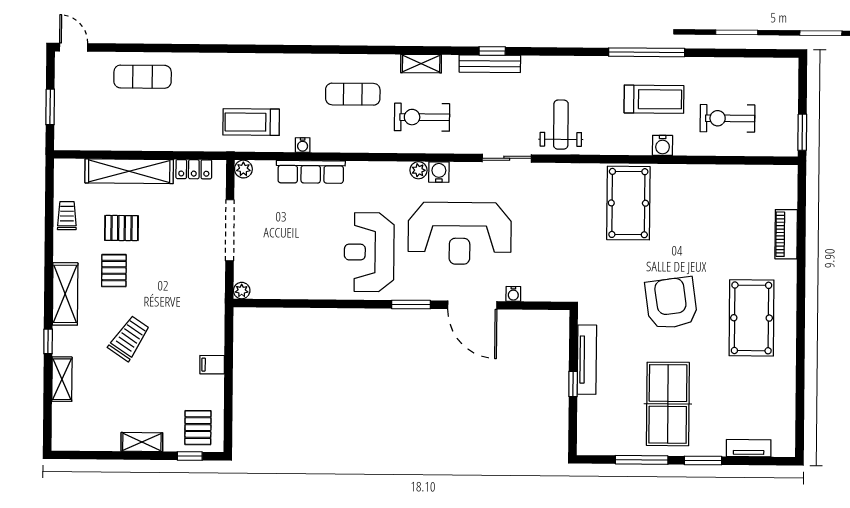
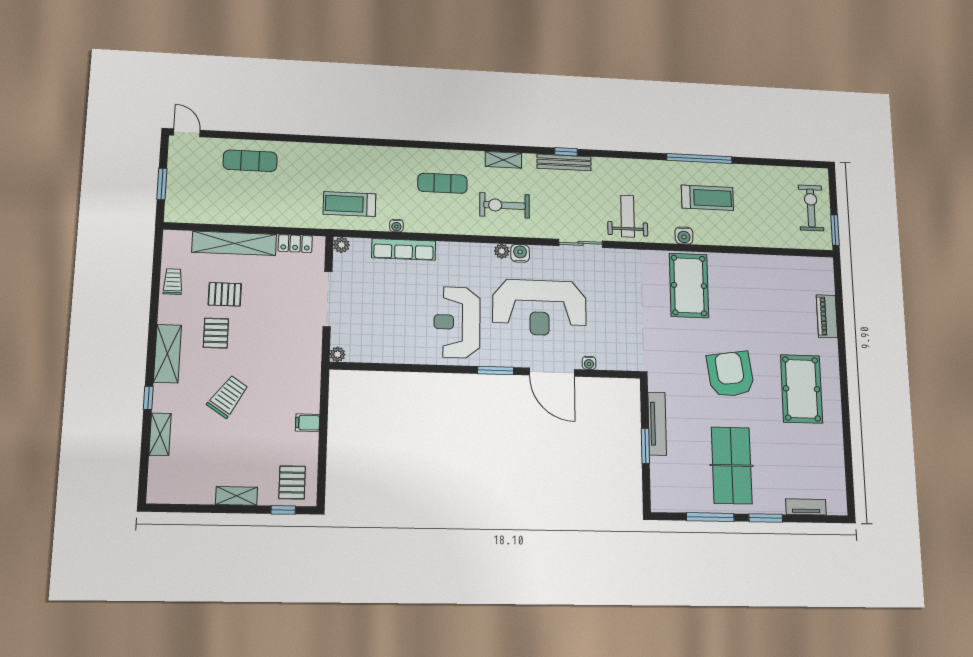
exercise bike: (727, 118) -> (811, 208), moved, turned 90
water cooler: (663, 145) -> (684, 236), moved
window: (573, 384) -> (645, 446), width x1.50

